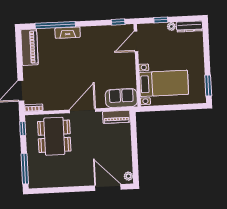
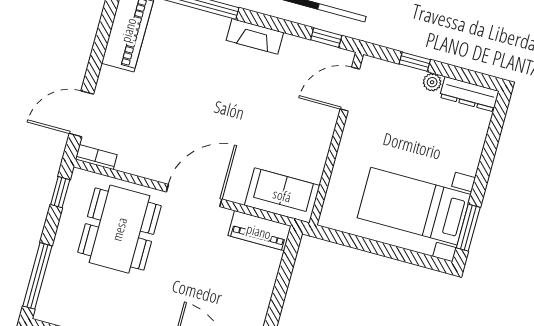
fireplace: (68, 33) -> (255, 36), moved
bed with nightstands: (164, 83) -> (414, 206), moved, turned 180

